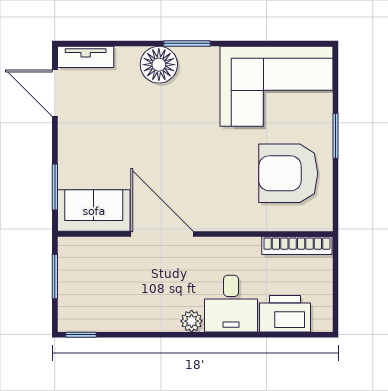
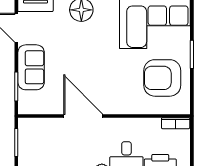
sofa: (94, 211) -> (31, 67), moved, turned 90
bookcase: (297, 246) -> (176, 123), width x0.64

